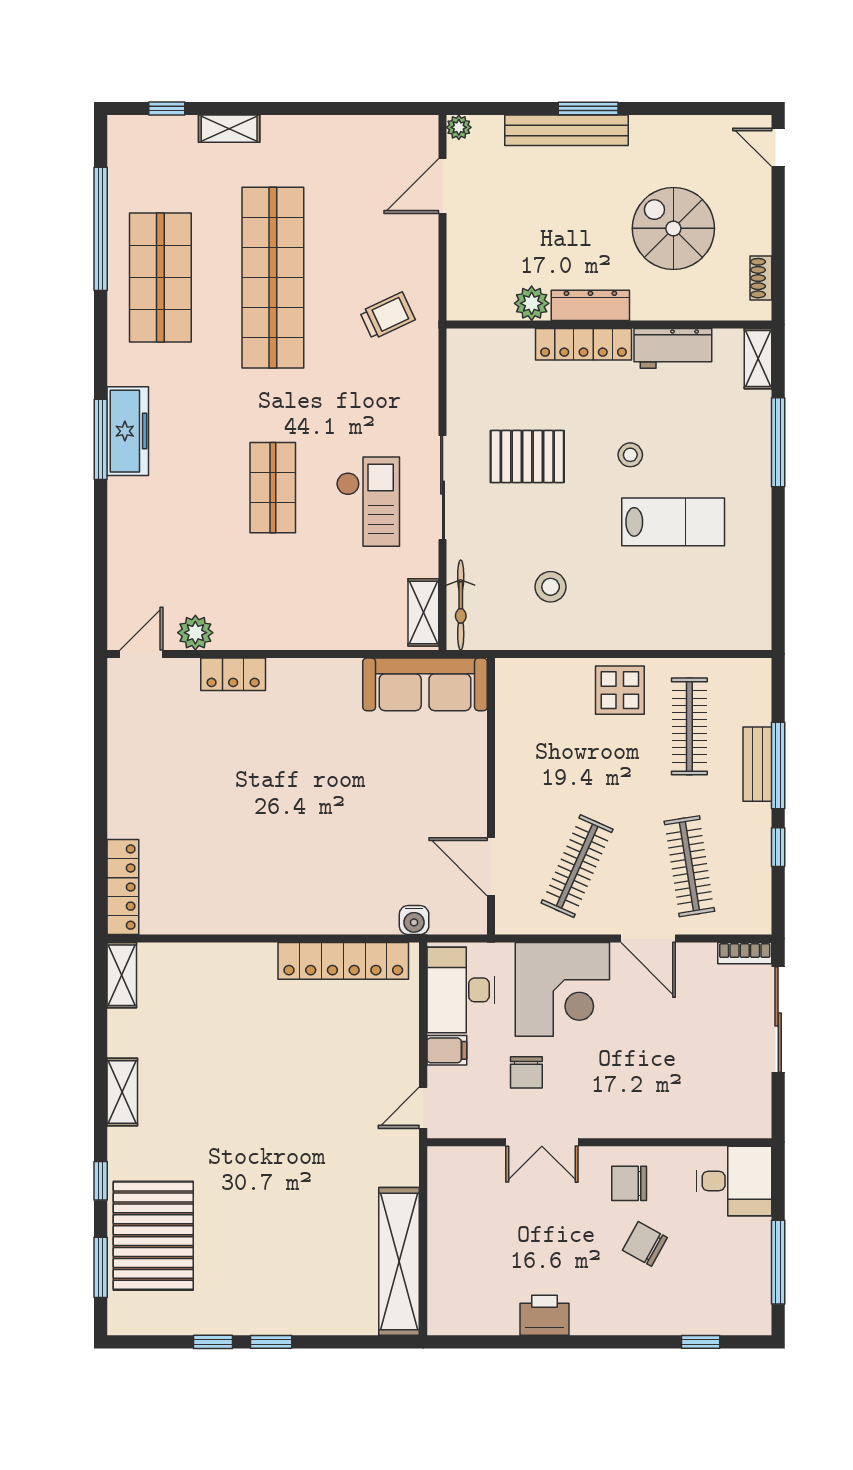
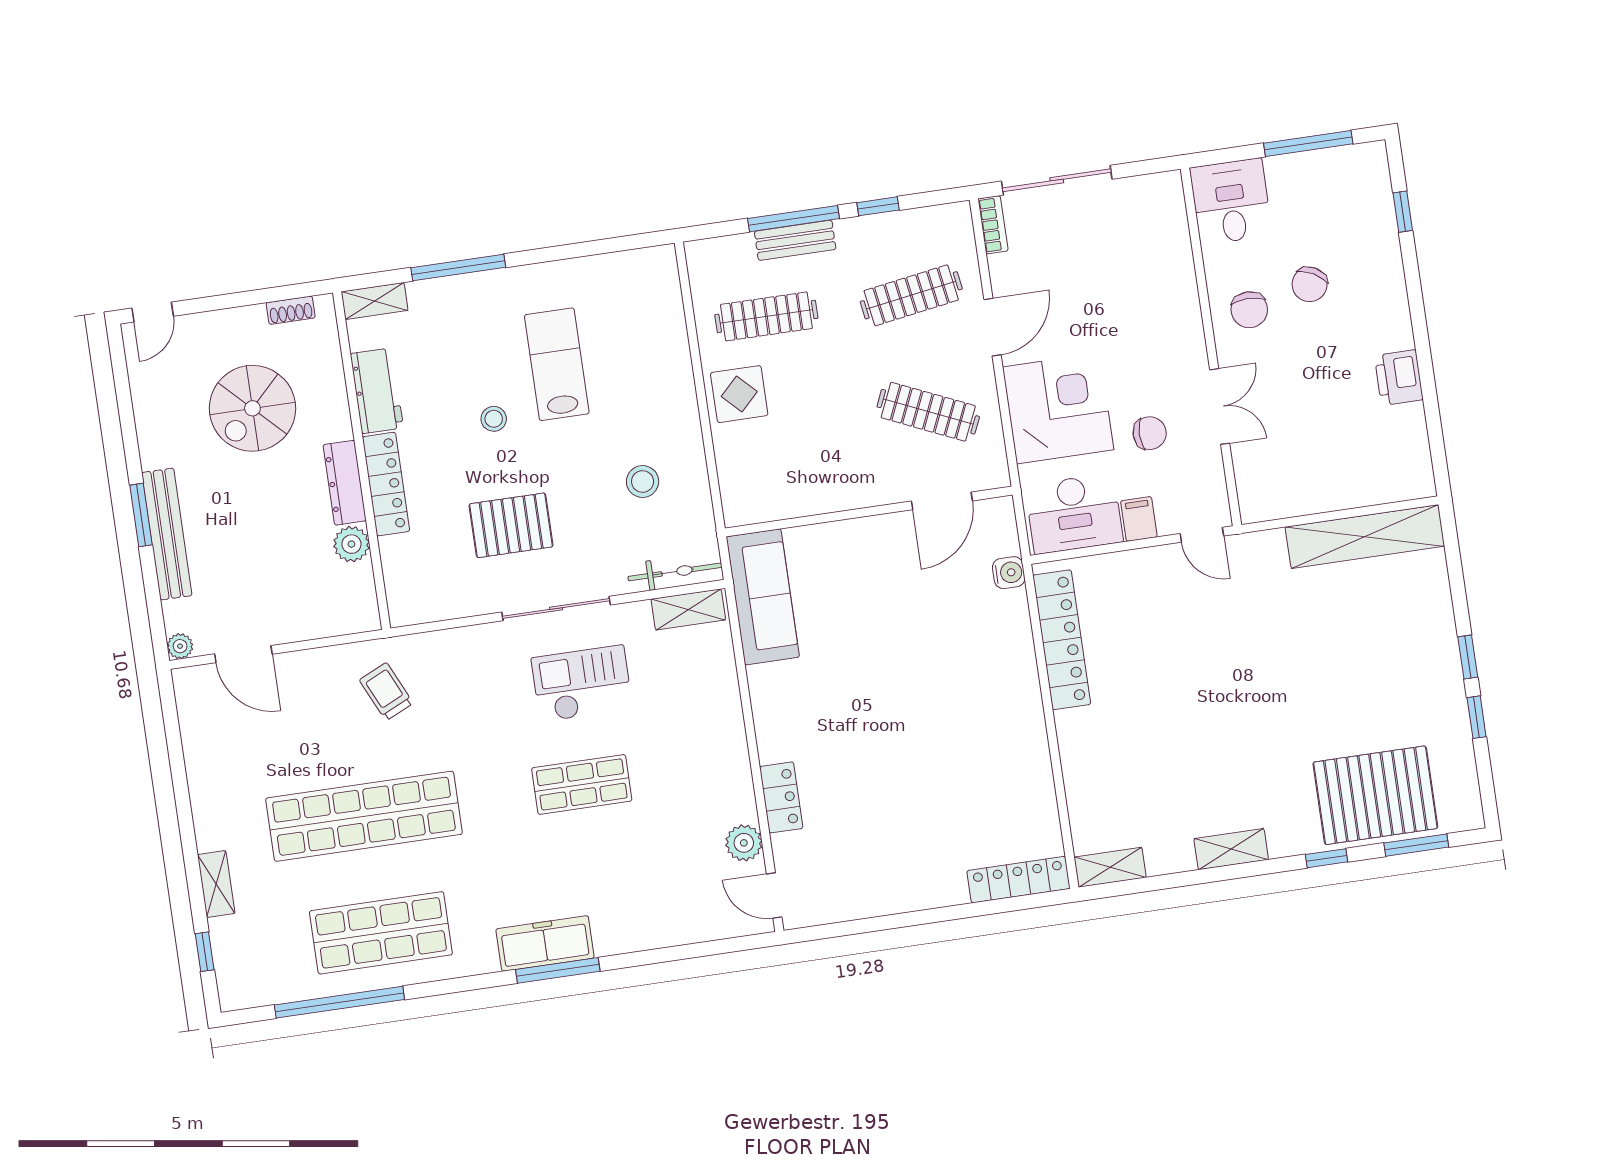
pallet: (527, 457) -> (511, 525), turned 90

